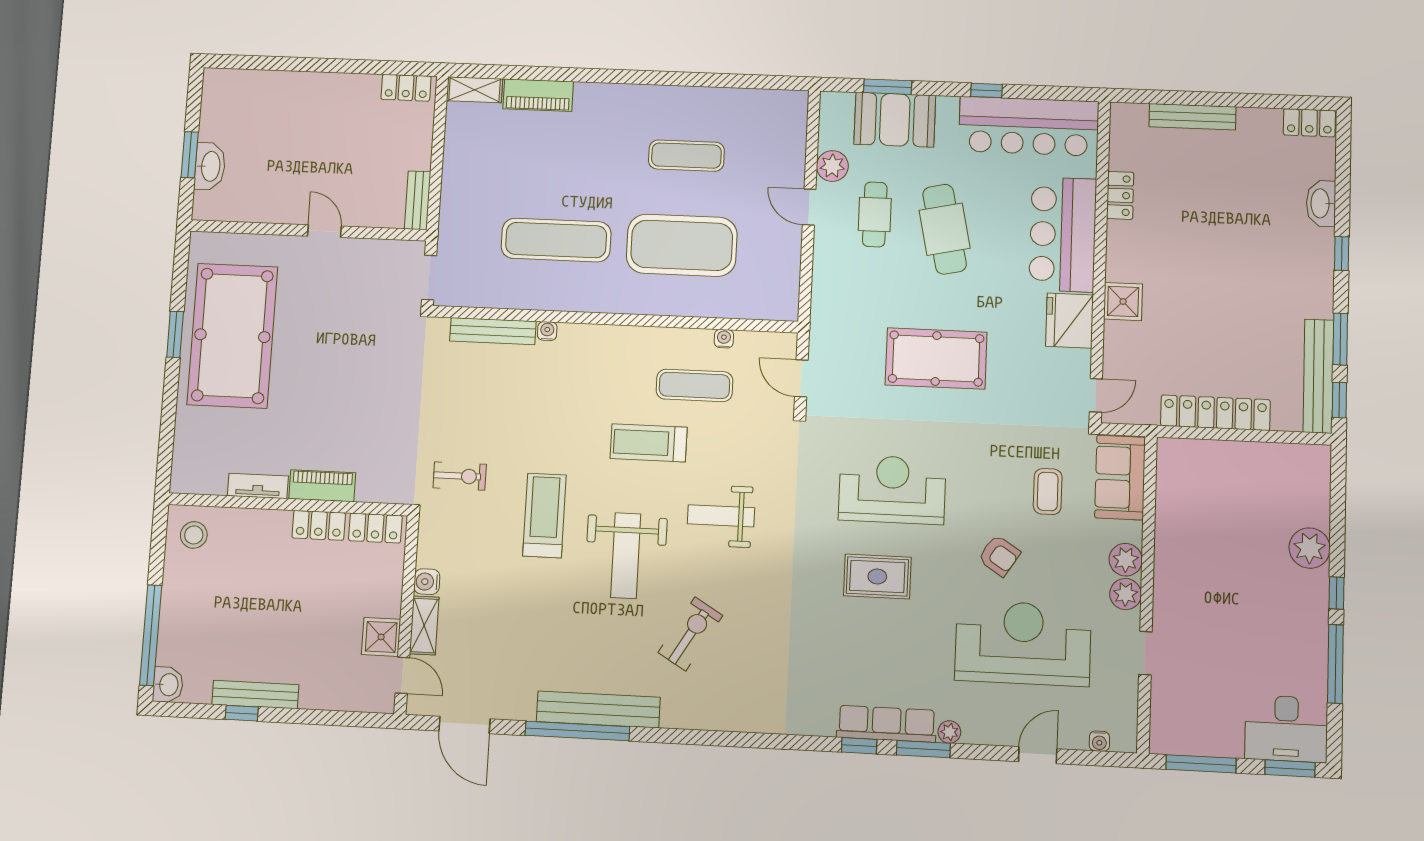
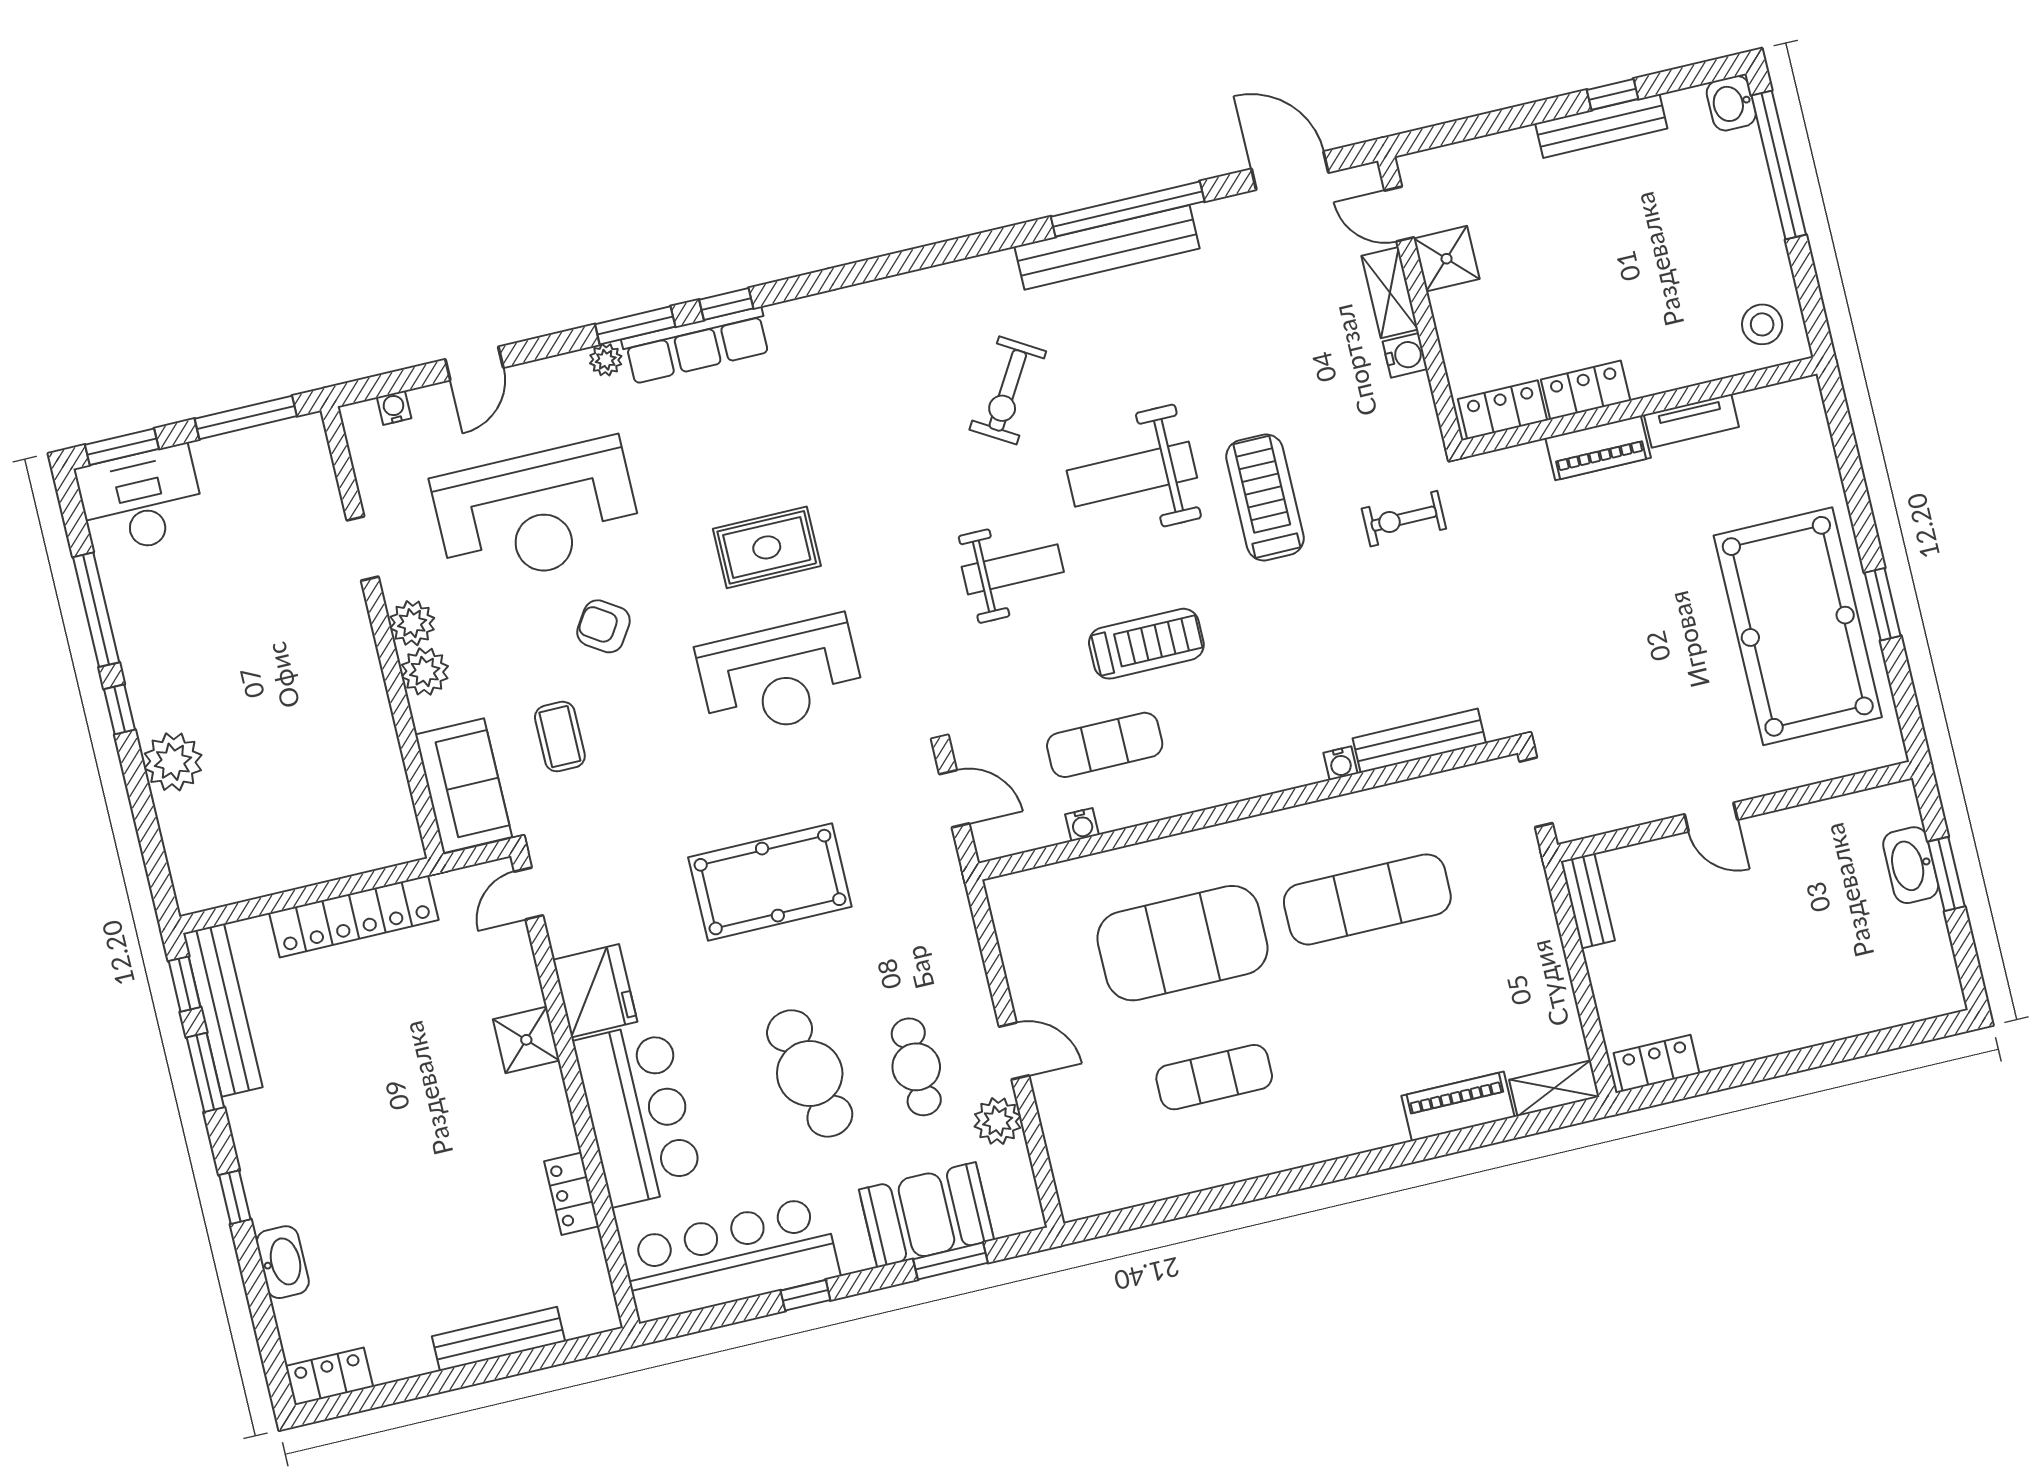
treadmill: (544, 515) -> (1265, 498), turned 180
weight bench: (626, 556) -> (1132, 474), turned -90

